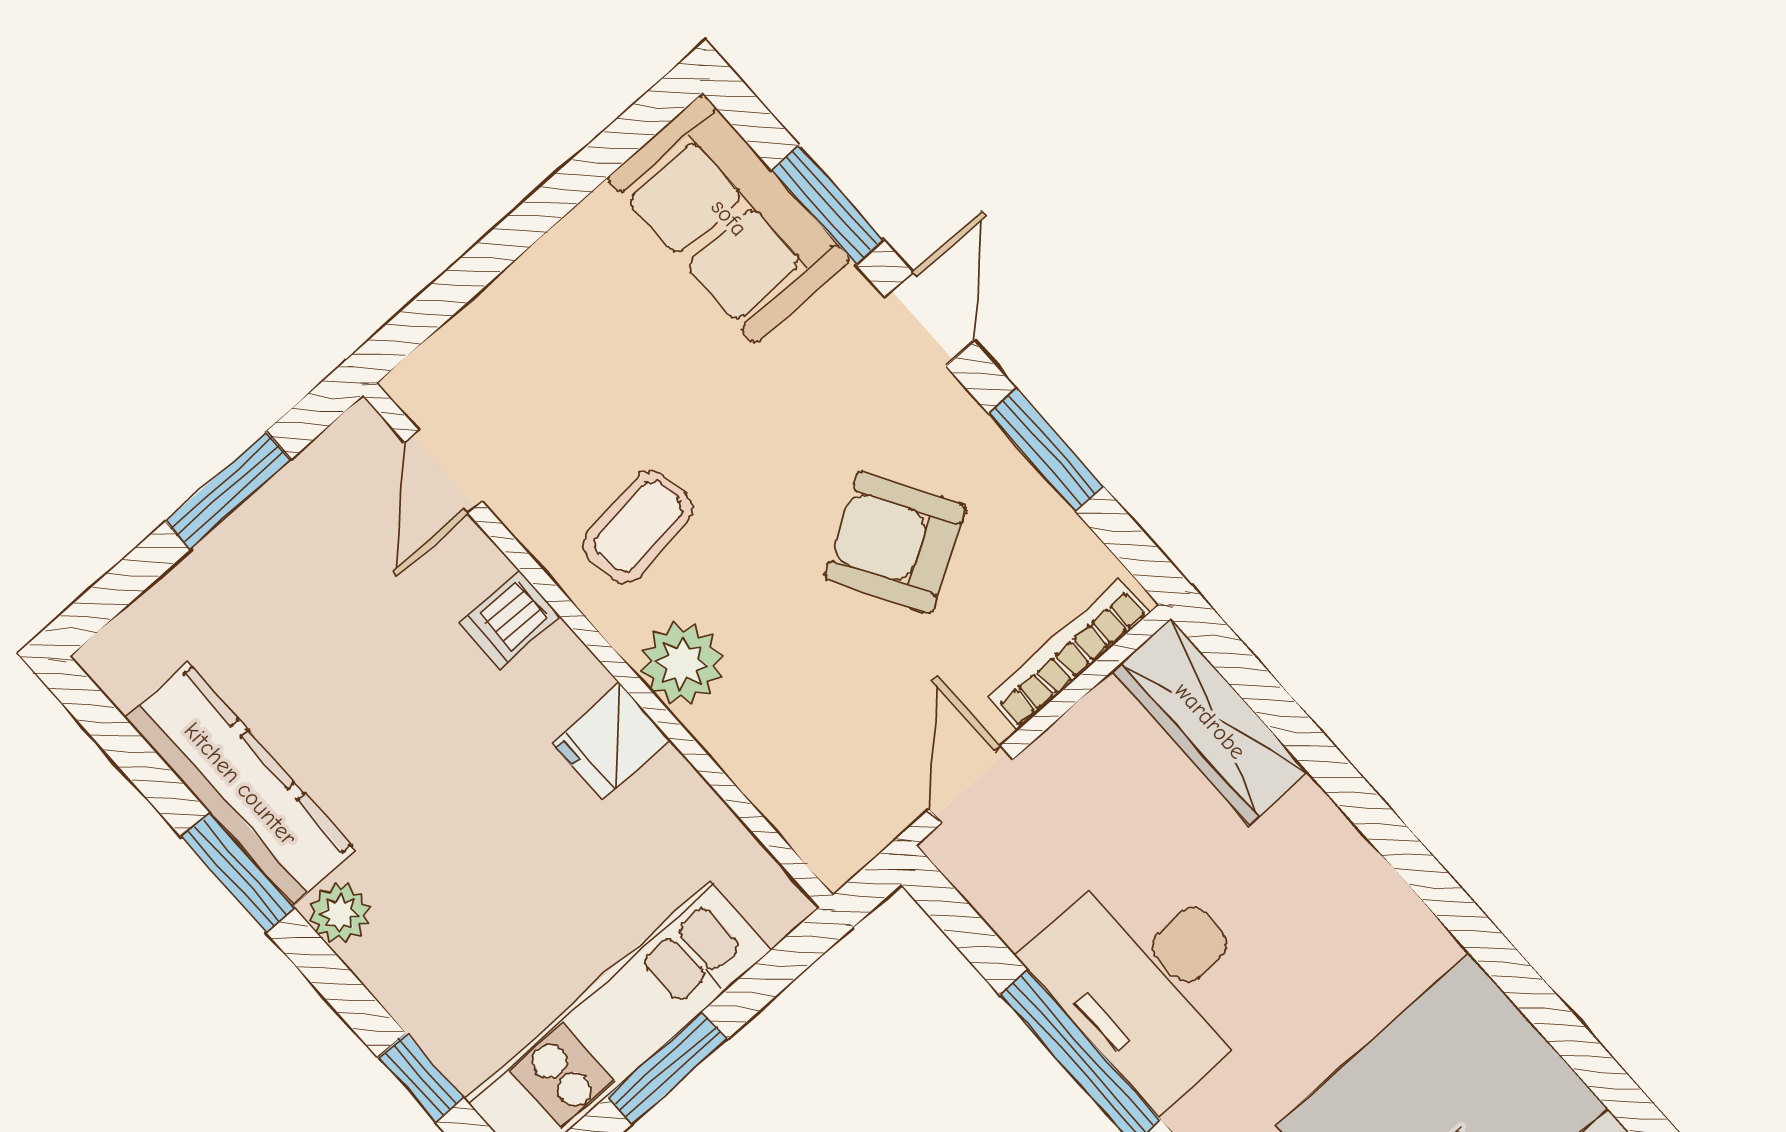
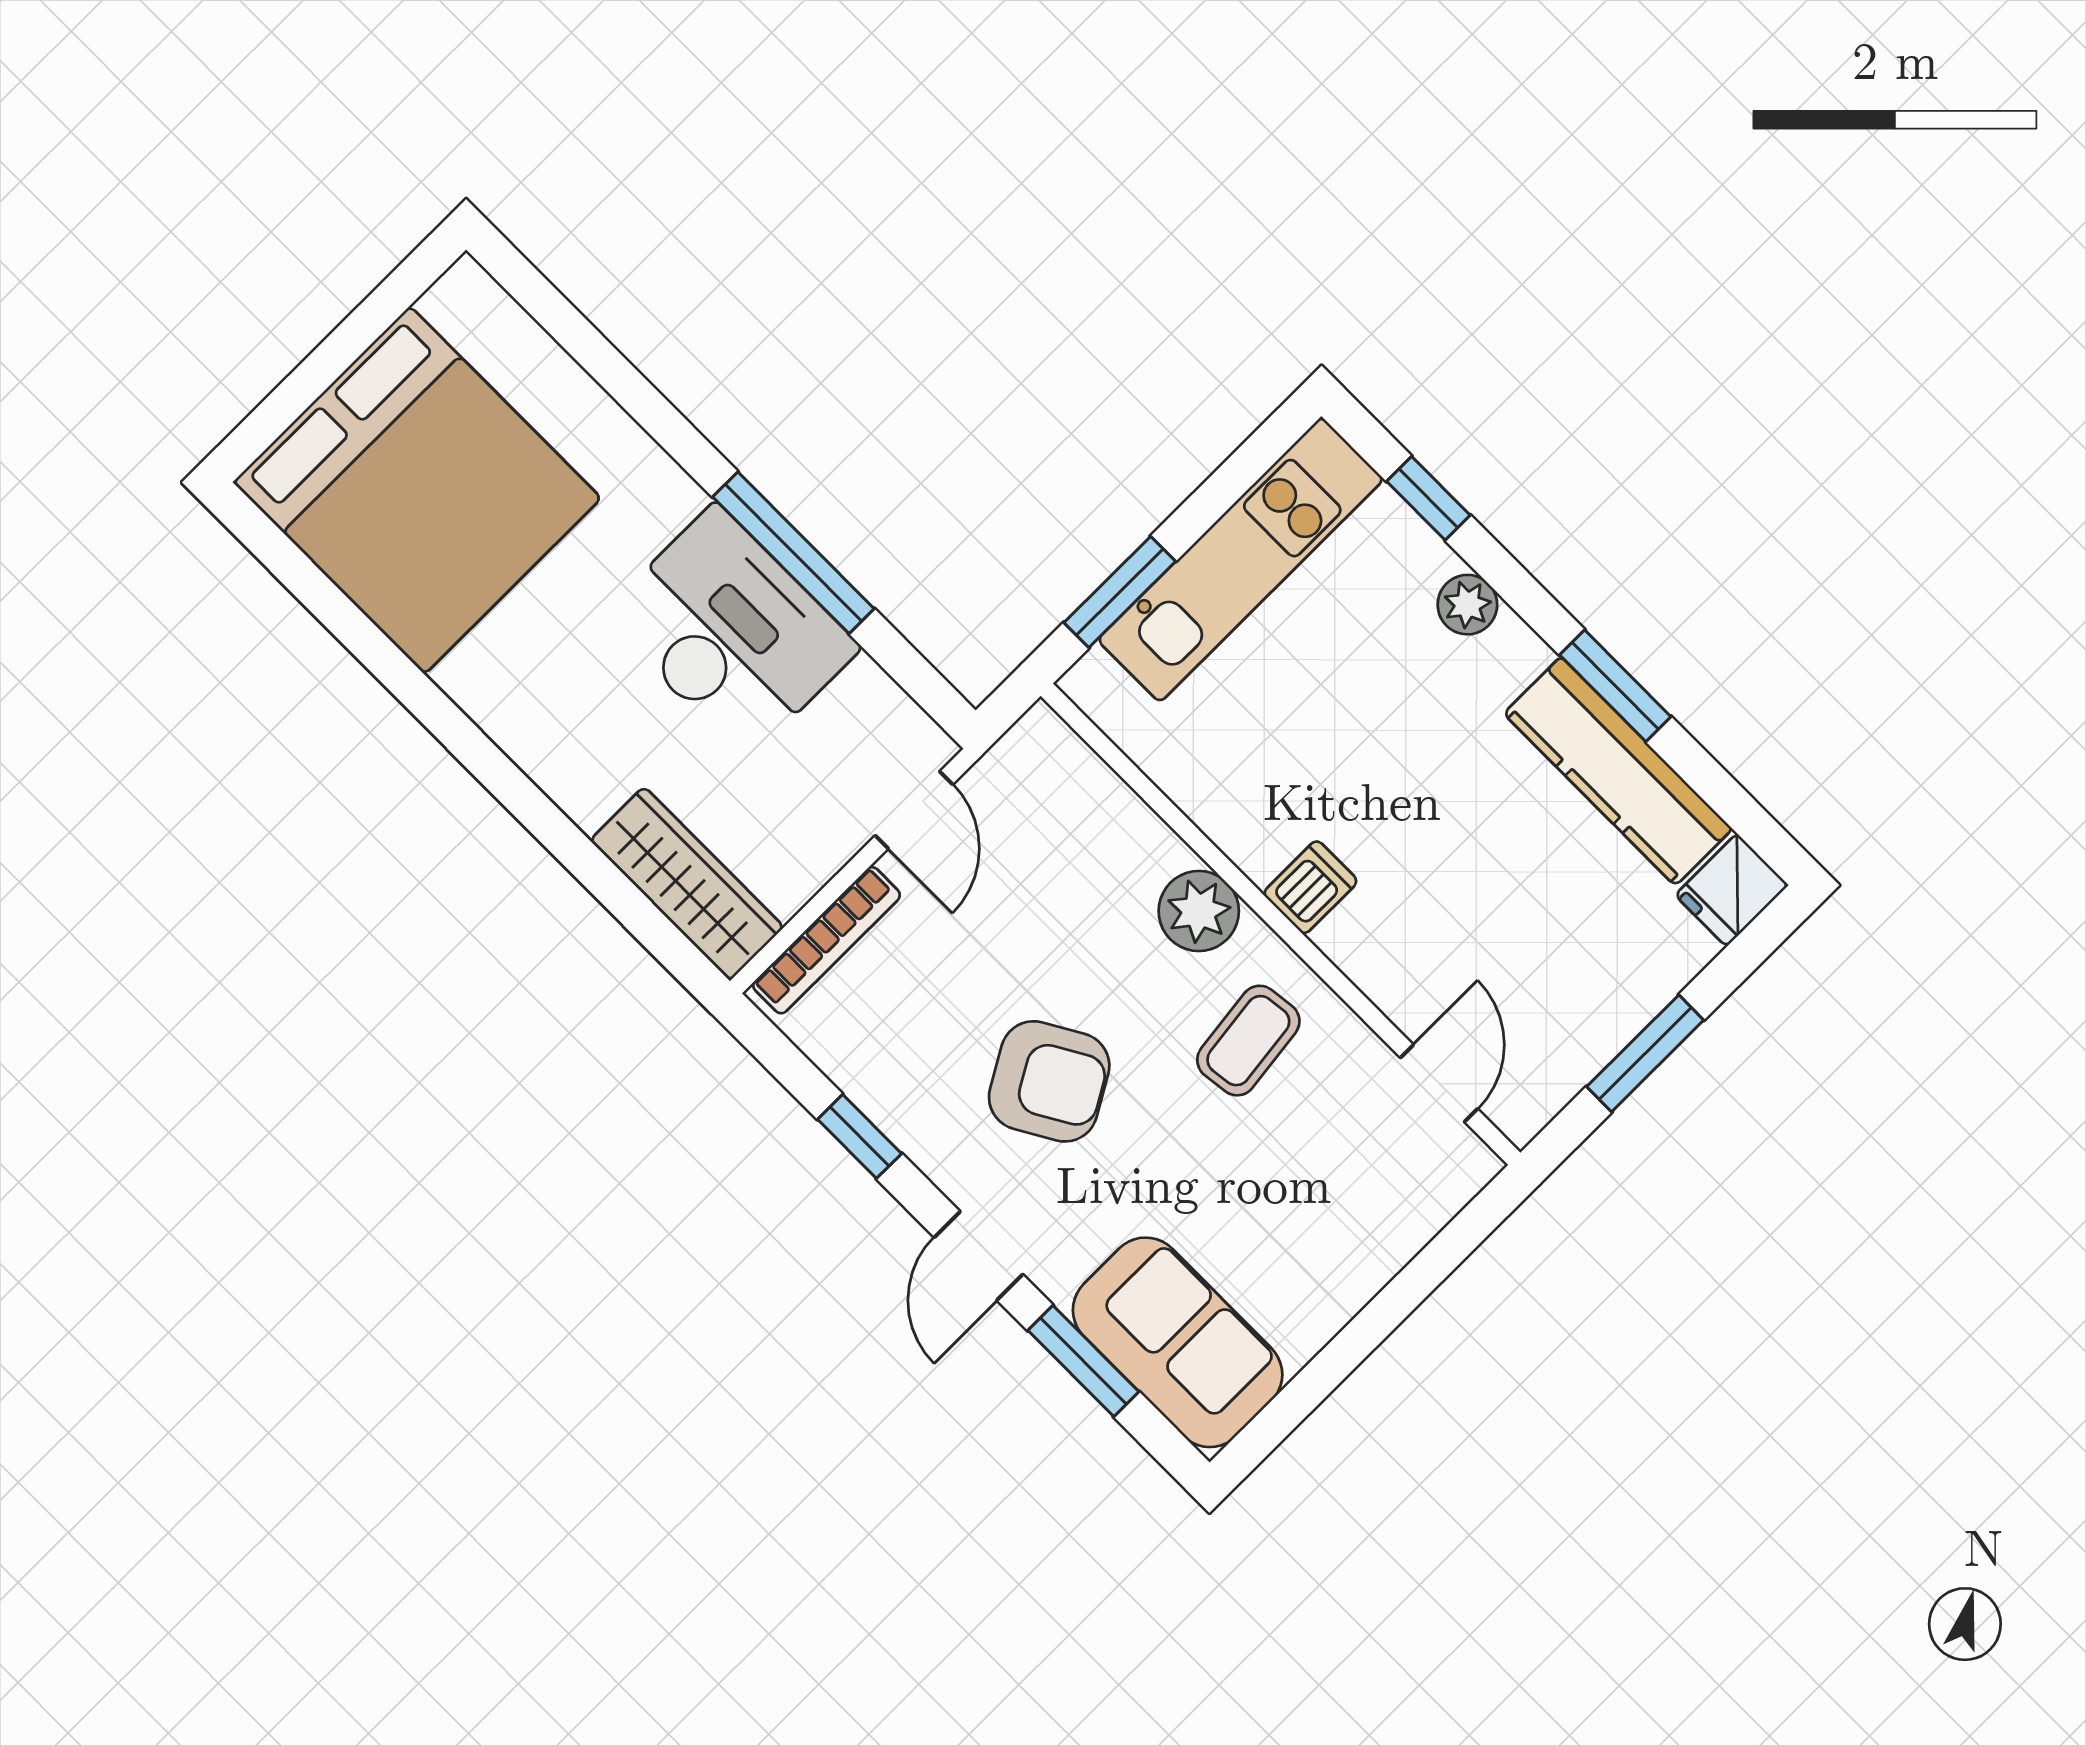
window: (1046, 450) -> (860, 1136), width x0.67
armchair: (895, 542) -> (1049, 1081), moved
dishwasher: (510, 620) -> (1310, 887), moved
fridge: (611, 742) -> (1732, 890), moved, turned 180
plant: (340, 913) -> (1467, 605), moved
window: (667, 1068) -> (1120, 592), moved

